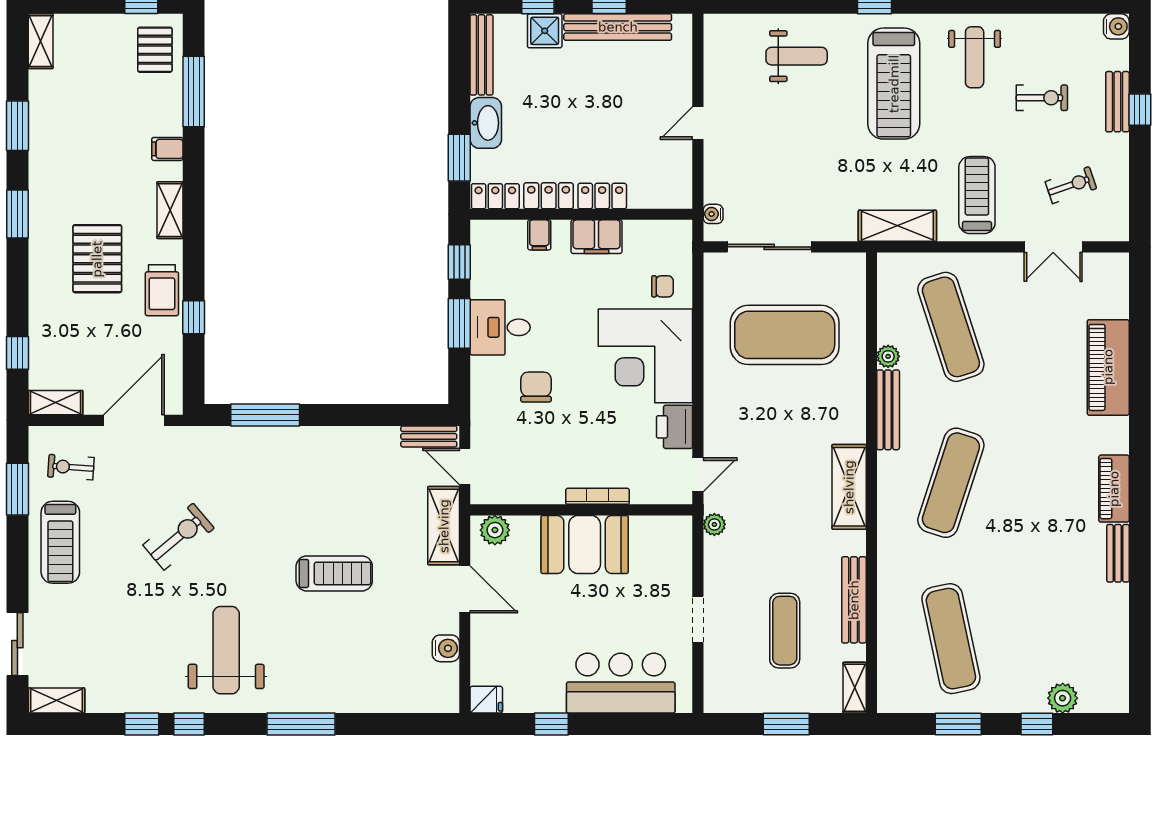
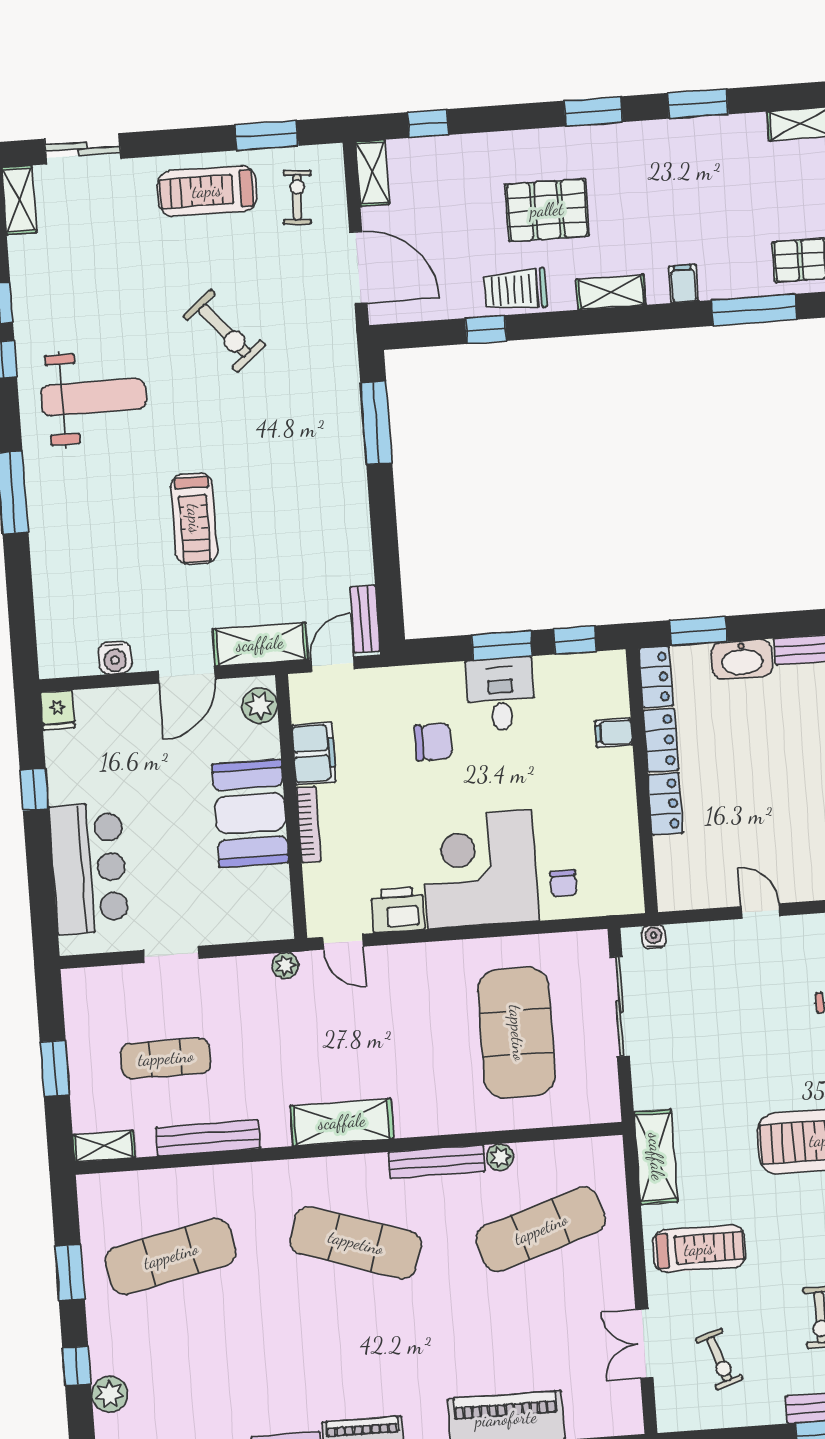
filing cabinet: (597, 237) -> (314, 753), moved, turned 180

